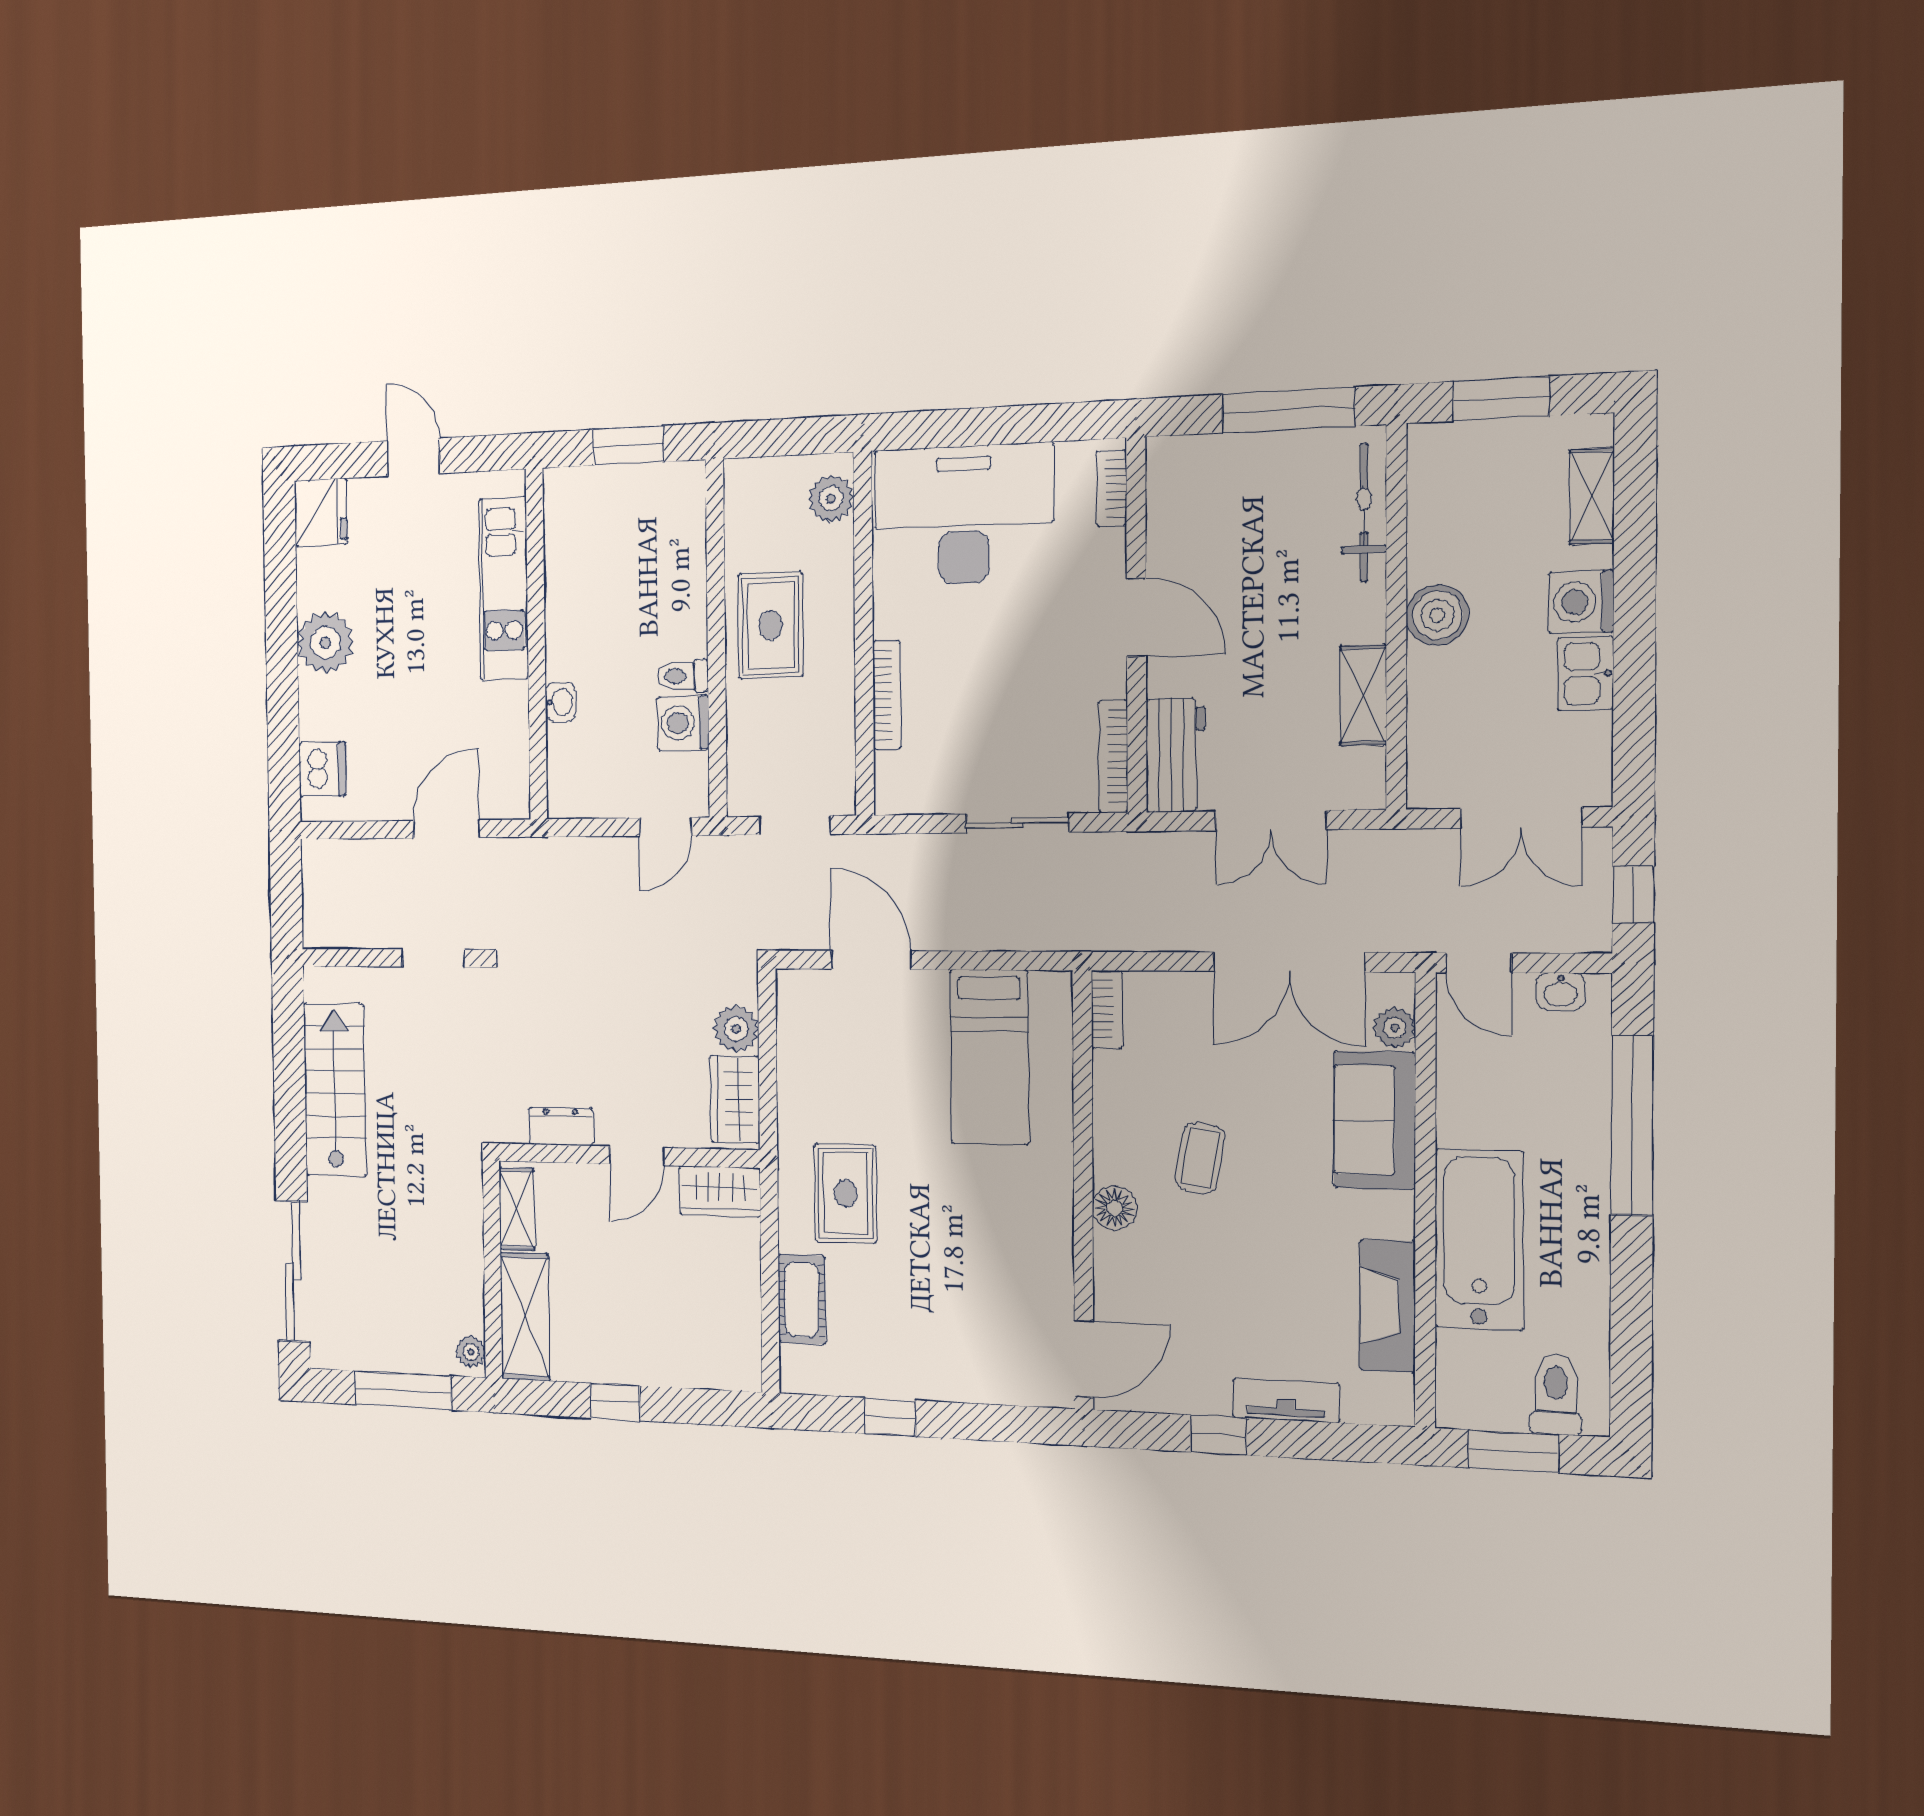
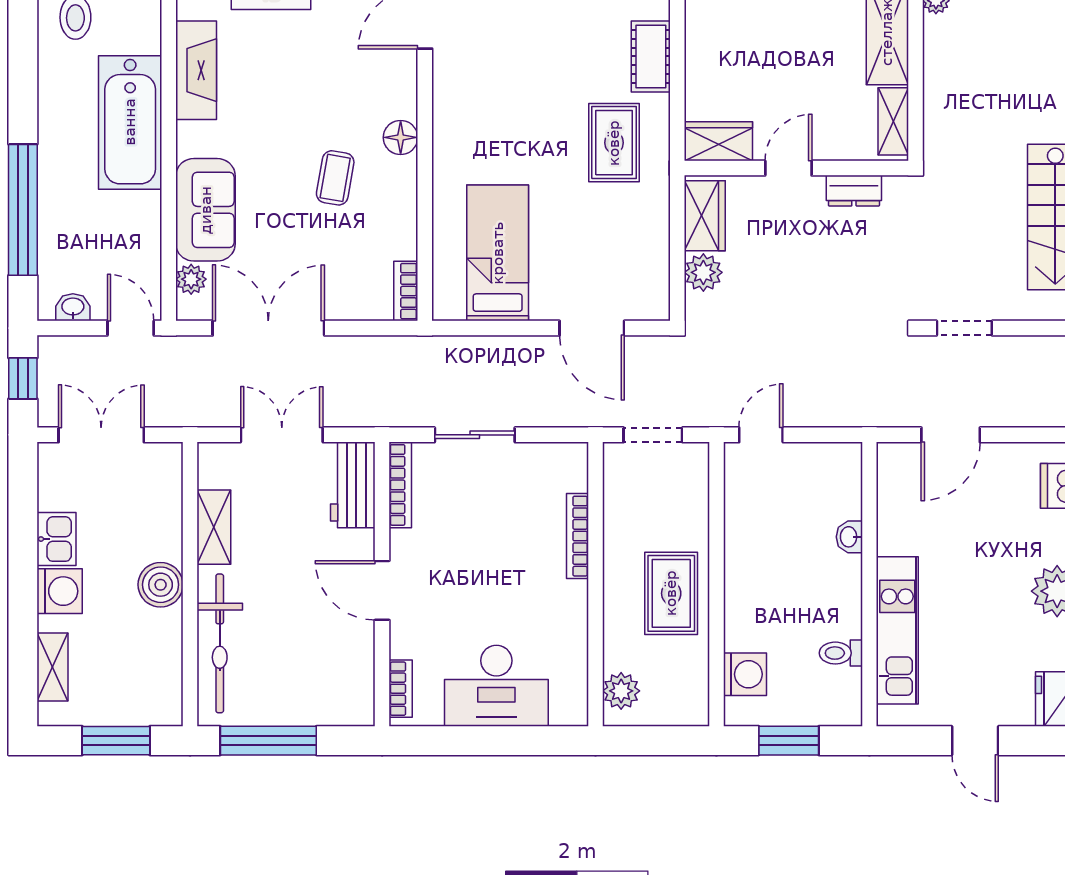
bicycle: (1364, 513) -> (220, 643), width x1.37, depth x1.40
desk: (964, 515) -> (496, 686), width x0.73, depth x0.77
toilet: (683, 676) -> (841, 653), moved, turned 180
washing machine: (683, 723) -> (745, 674), moved

